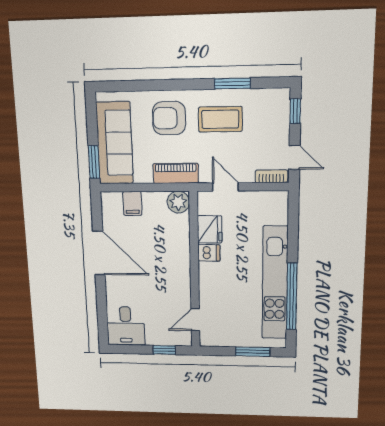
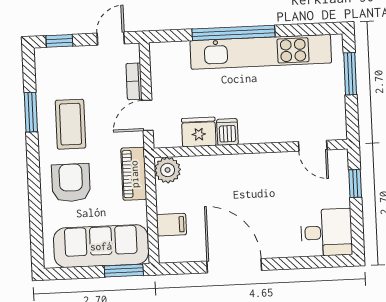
armchair: (169, 118) -> (71, 183), turned 180
bookcase: (271, 176) -> (134, 81), moved
door: (99, 253) -> (234, 266), hinge flipped
window: (292, 297) -> (234, 33), moved

